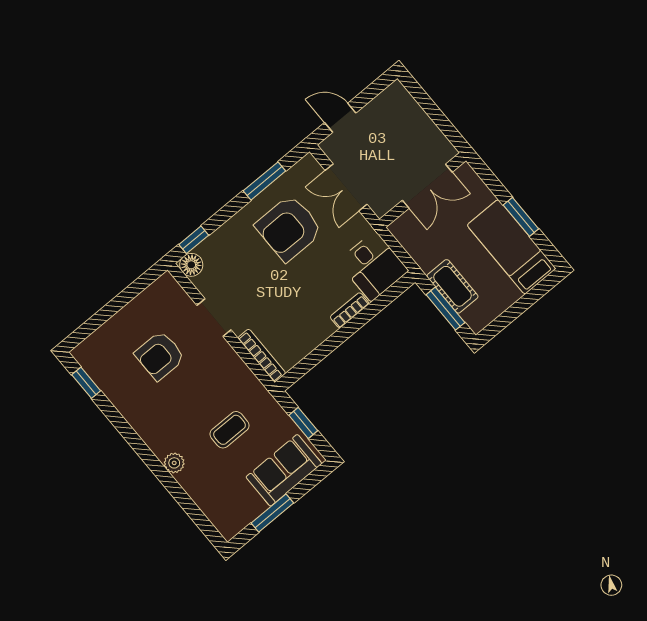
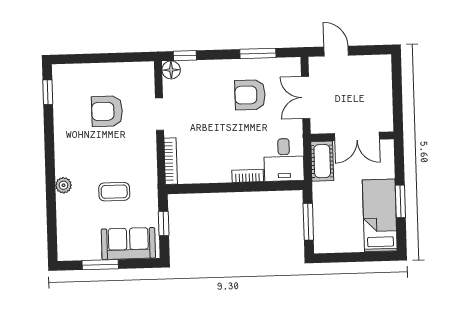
armchair: (289, 228) -> (250, 95), width x0.73, depth x0.73
cot: (453, 286) -> (322, 161), moved

